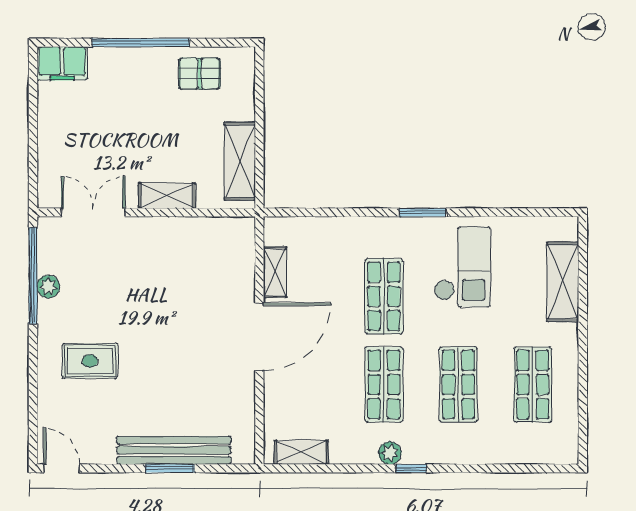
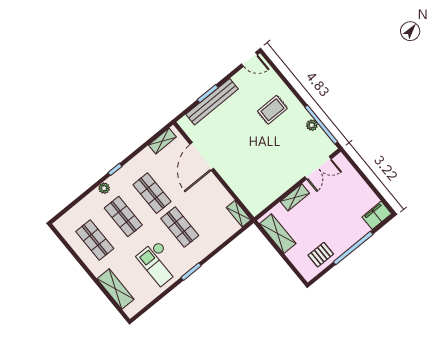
shelving: (275, 272) -> (239, 214), moved
door: (259, 337) -> (202, 156), moved
plant: (390, 453) -> (104, 188), moved

